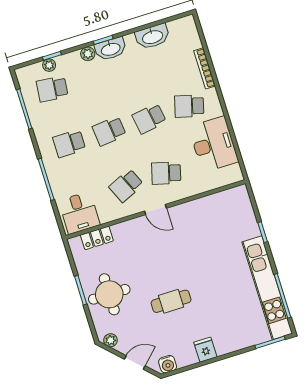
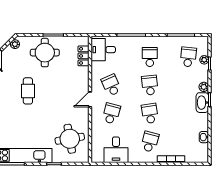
washbasin: (152, 37) -> (204, 137), width x0.52, depth x0.69
desk: (213, 144) -> (116, 150), width x0.73
round table: (220, 221) -> (70, 139), added

